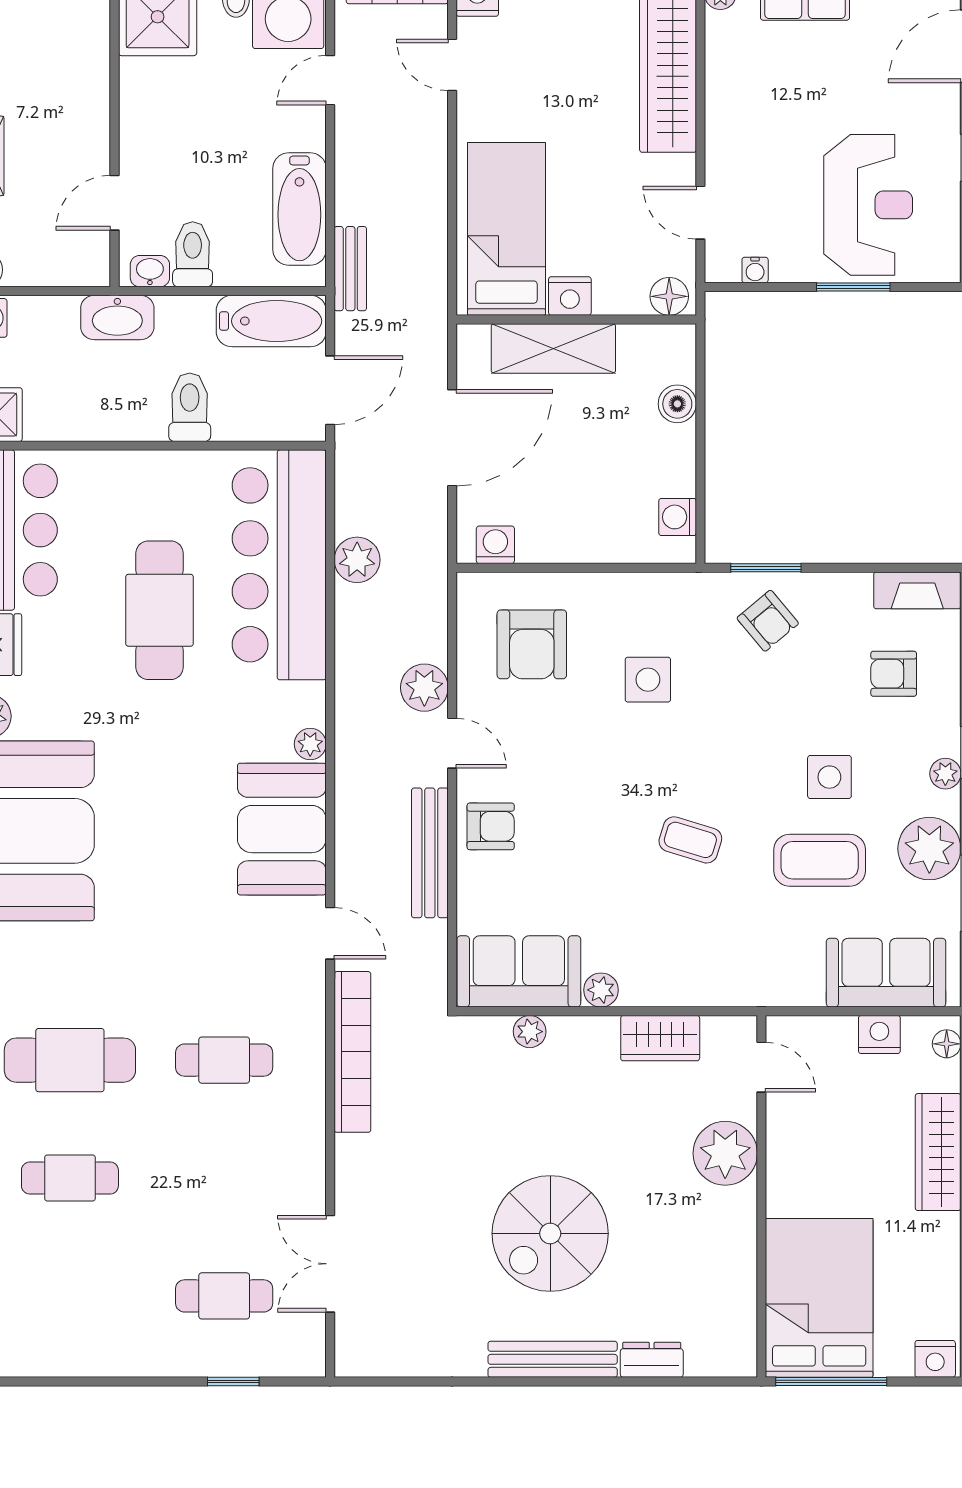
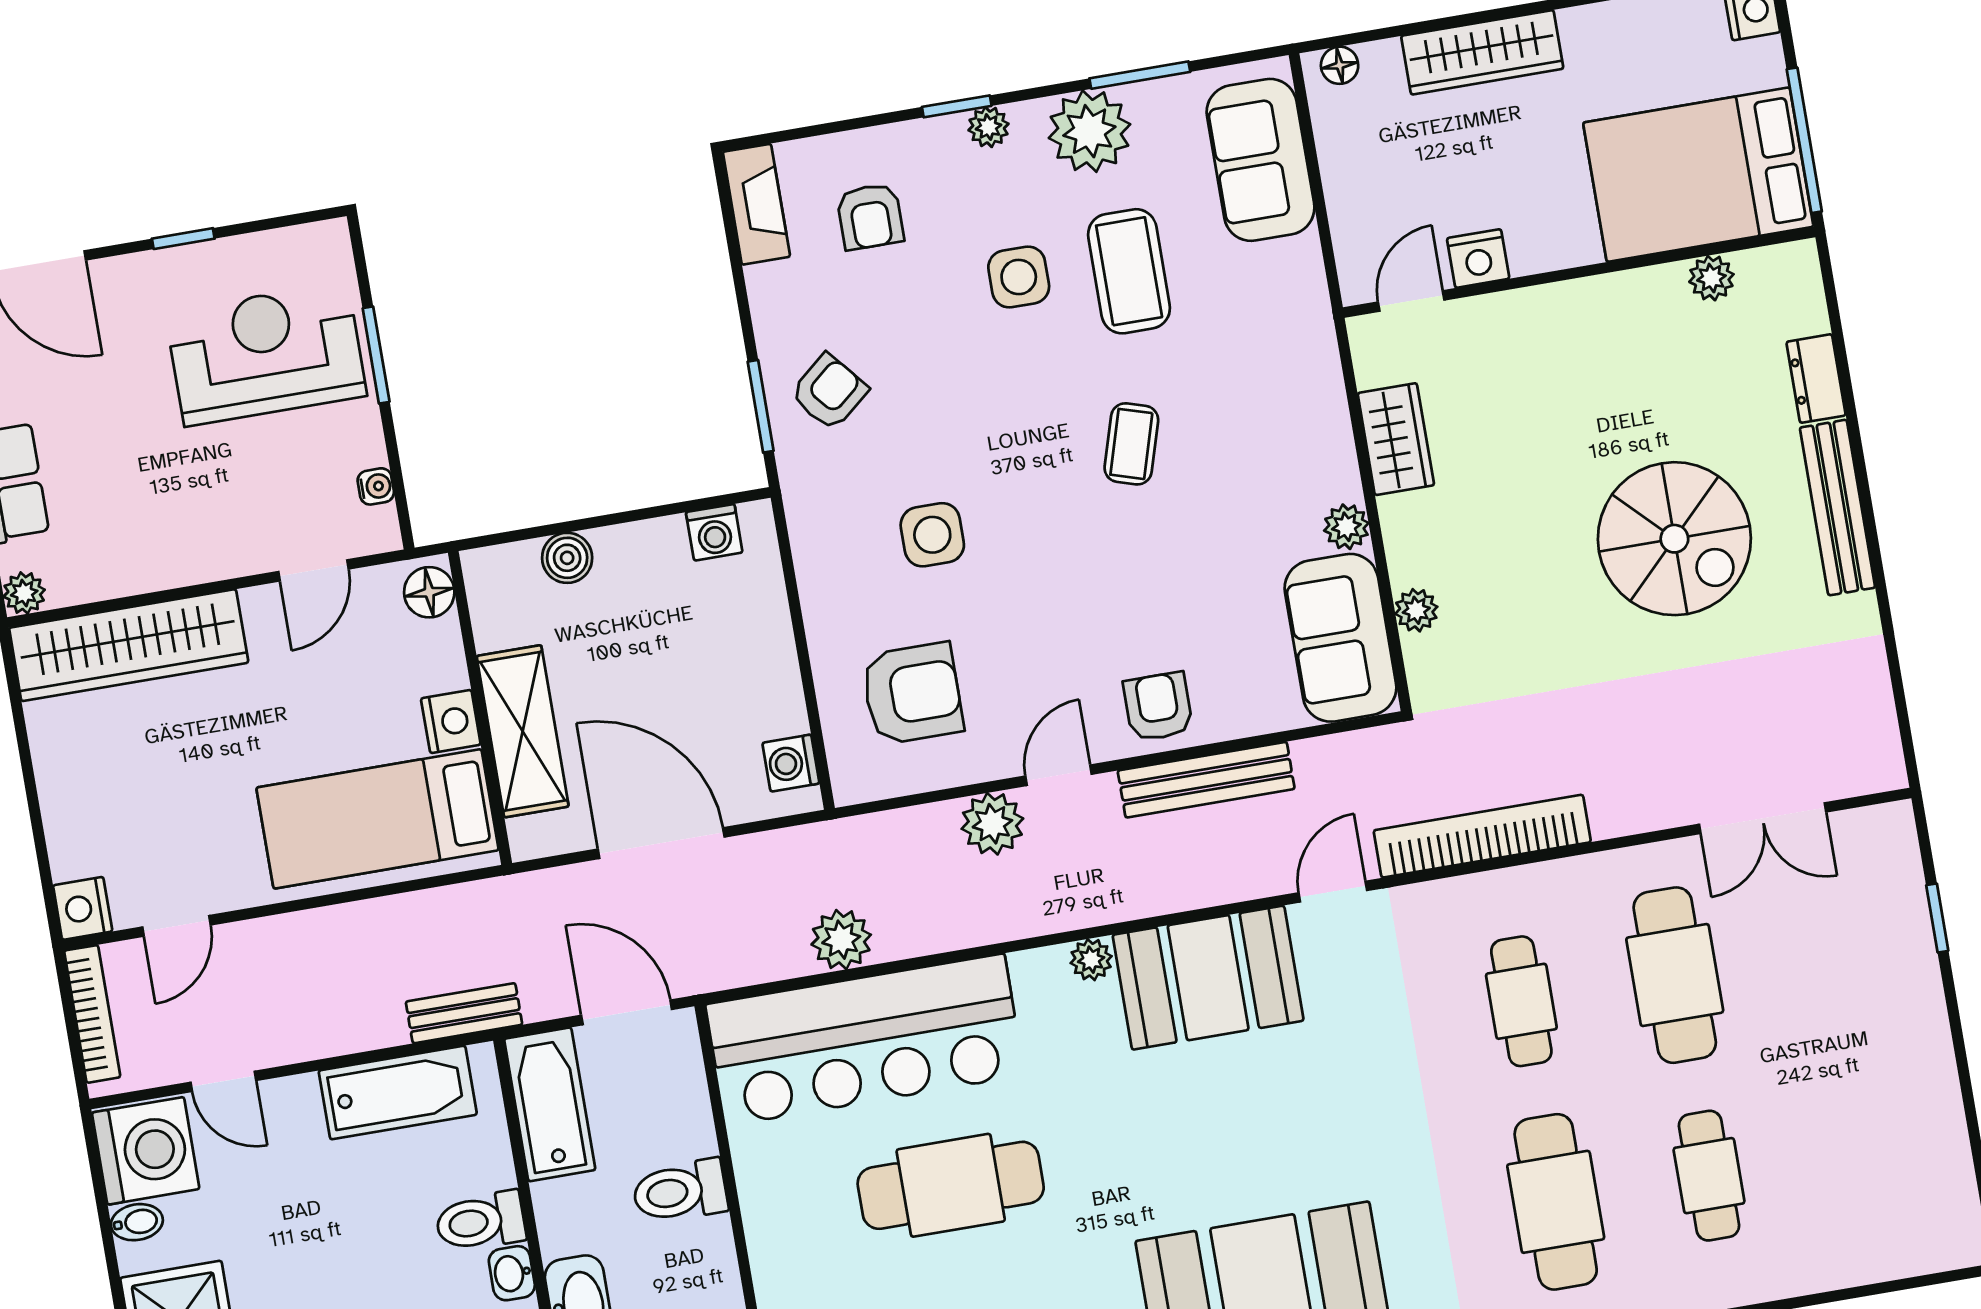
nightstand: (879, 1034) -> (1478, 258), moved, turned -90
plant: (725, 1153) -> (1711, 278), moved, width x0.53, depth x0.53
cafe table: (224, 1296) -> (1675, 975), moved, width x1.37, depth x1.35

